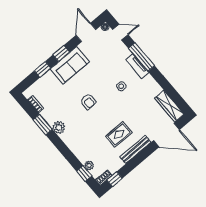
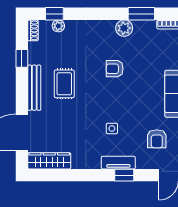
armchair: (106, 56) -> (157, 139), added
window: (142, 57) -> (124, 175), width x0.46
armchair: (88, 102) -> (115, 69), moved
window: (115, 179) -> (22, 58), moved

